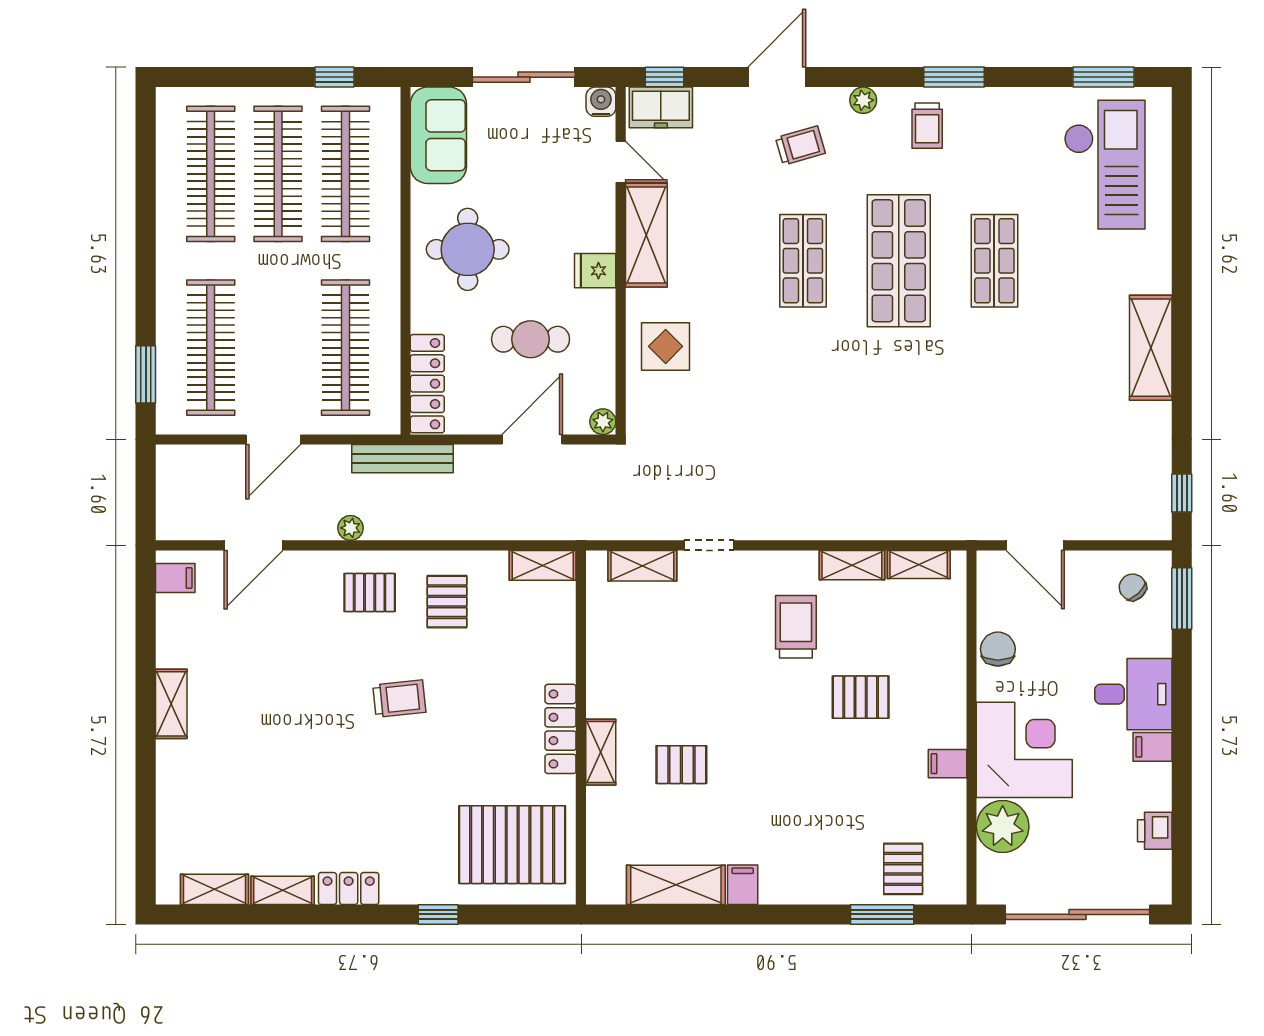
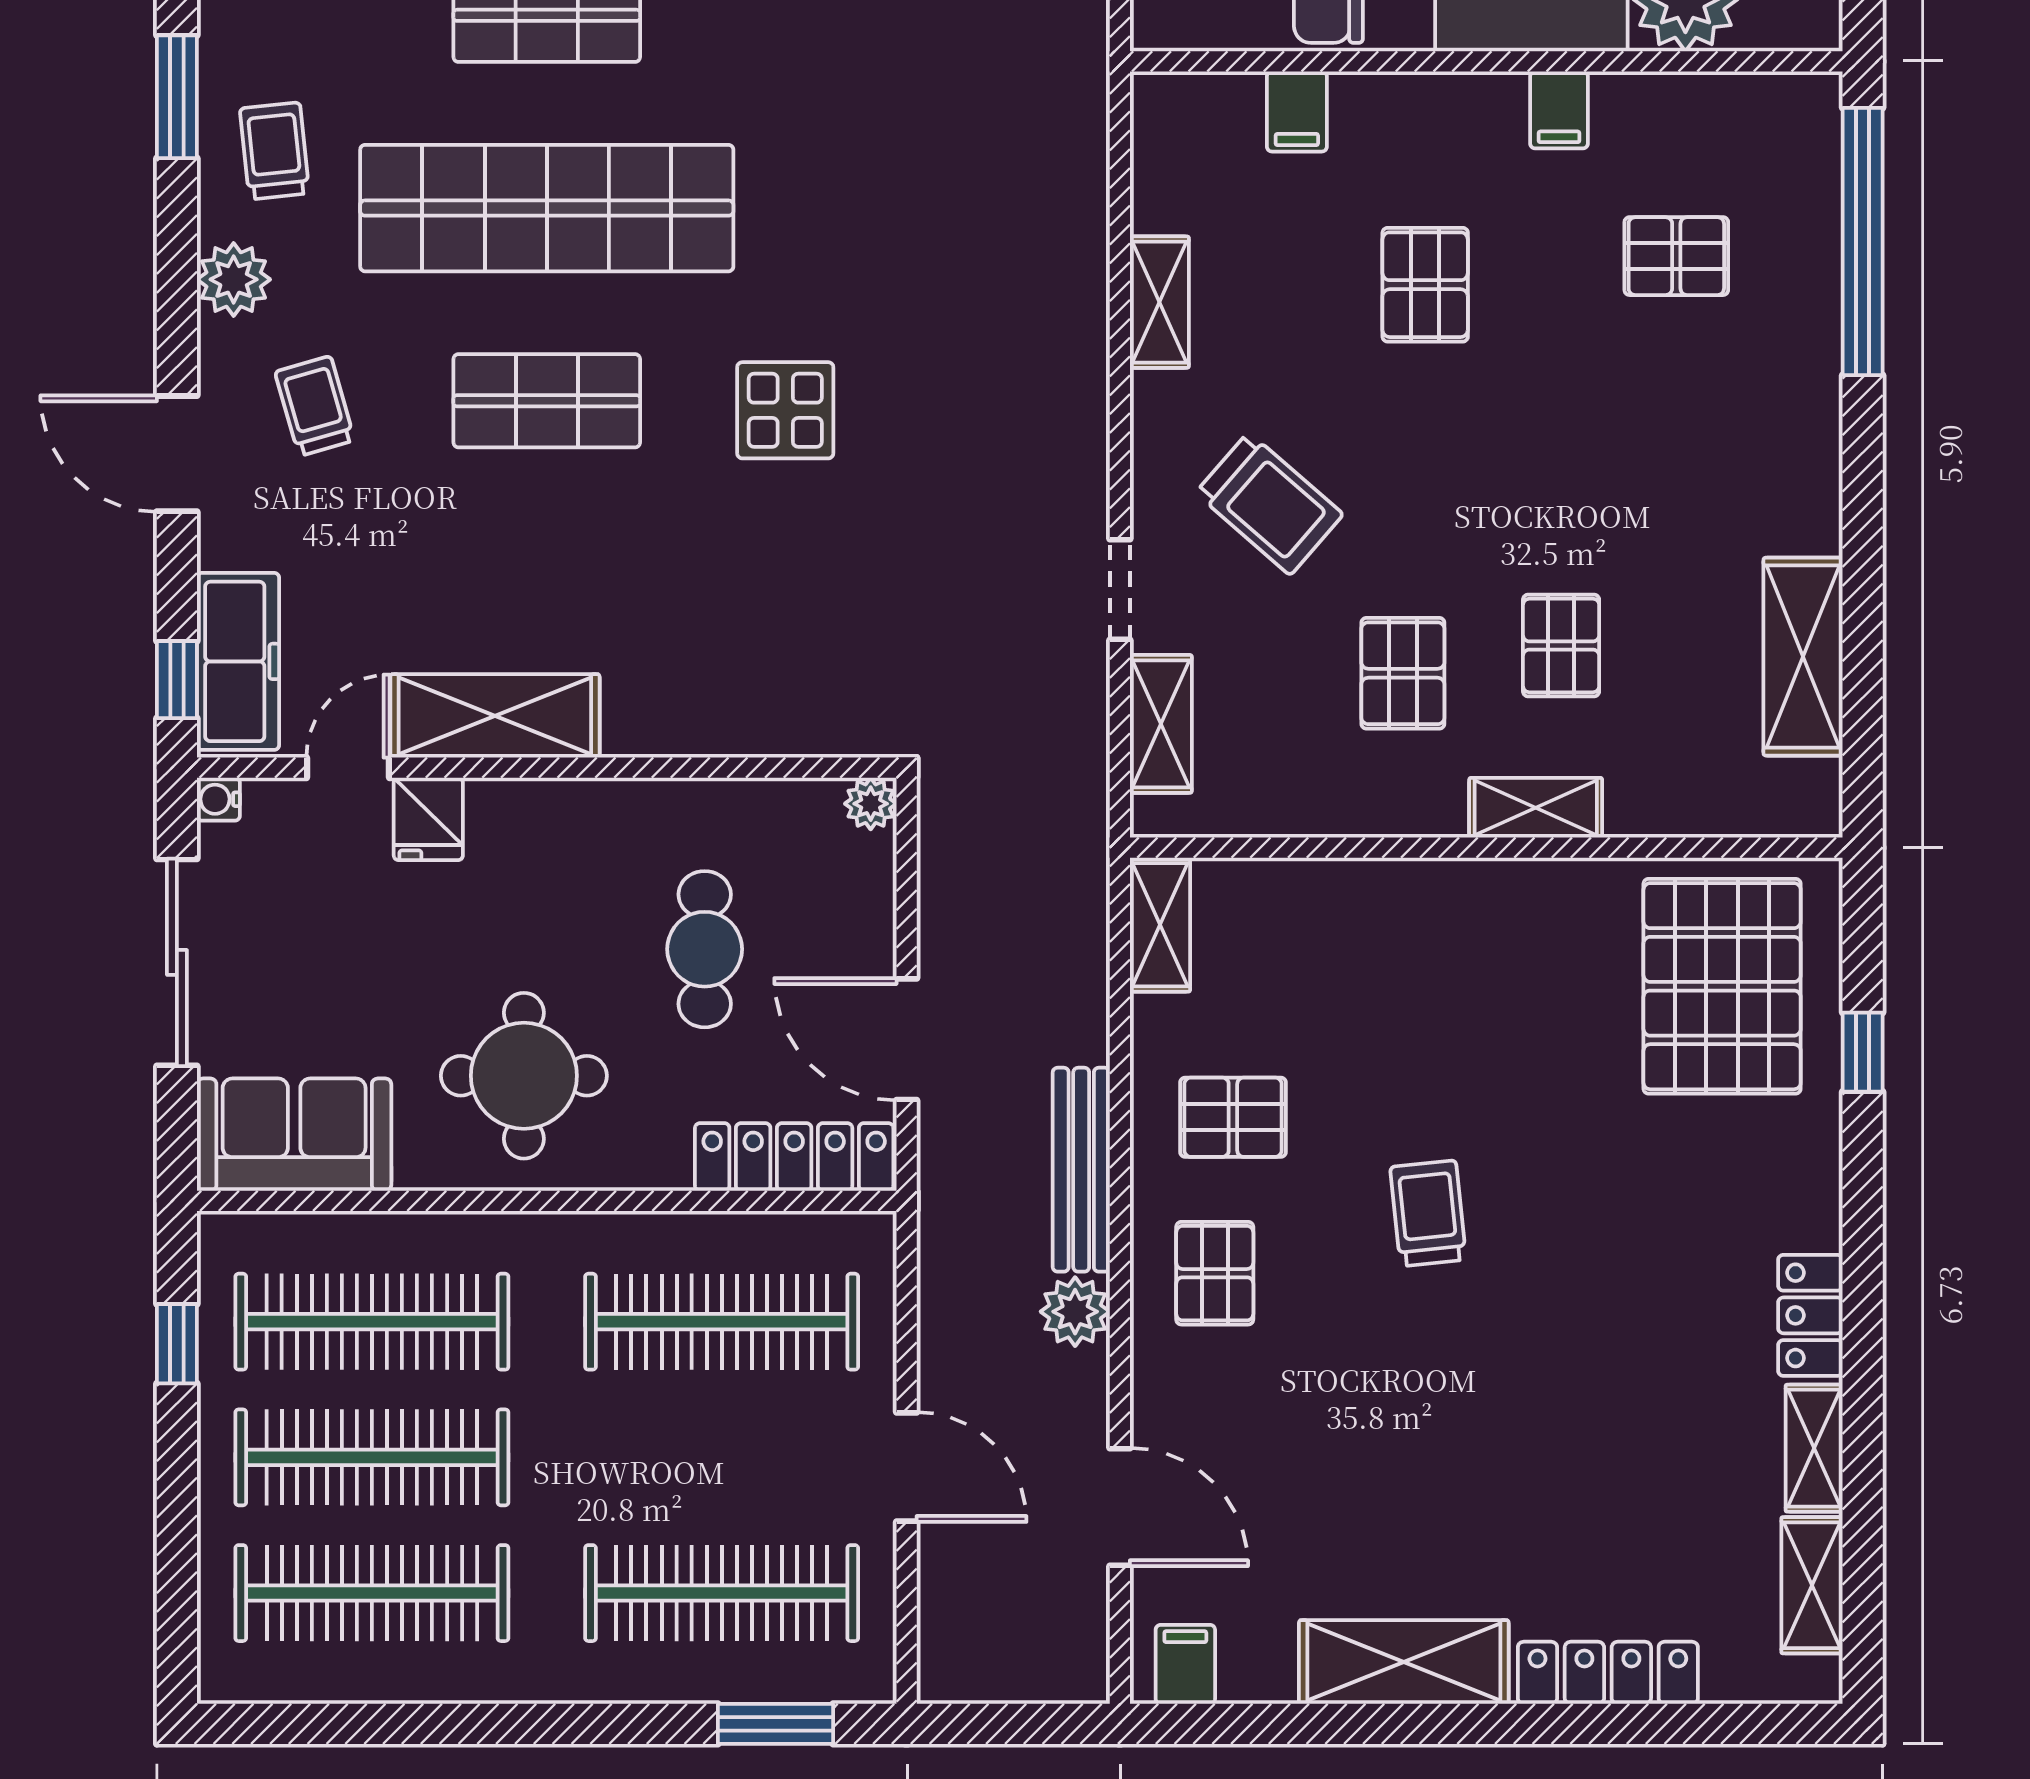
plant: (863, 100) -> (234, 279), width x1.38, depth x1.38
water cooler: (601, 102) -> (218, 799), width x0.72, depth x0.72
freezer: (661, 107) -> (238, 661), width x1.40
trolley: (927, 126) -> (275, 151), turned -96
shop shelf: (899, 261) -> (547, 208), width x1.40
fridge: (595, 271) -> (428, 819), moved
display table: (666, 346) -> (785, 410), moved
door: (532, 439) -> (907, 1039), moved
bench: (403, 459) -> (1081, 1170), moved
plant: (350, 528) -> (1075, 1312), width x1.38, depth x1.38
shelving: (919, 565) -> (1158, 168), removed
trolley: (796, 627) -> (1269, 504), moved, turned -139
pallet: (668, 686) -> (1403, 673), added
shelving: (171, 704) -> (1404, 1662), width x1.50, depth x1.33
locker: (561, 729) -> (1608, 1673), moved, turned 180
pallet: (903, 869) -> (1676, 256), moved
filing cabinet: (743, 885) -> (1297, 111), moved, turned -90
window: (438, 914) -> (1863, 1052), moved
window: (882, 914) -> (1863, 242), width x2.11

